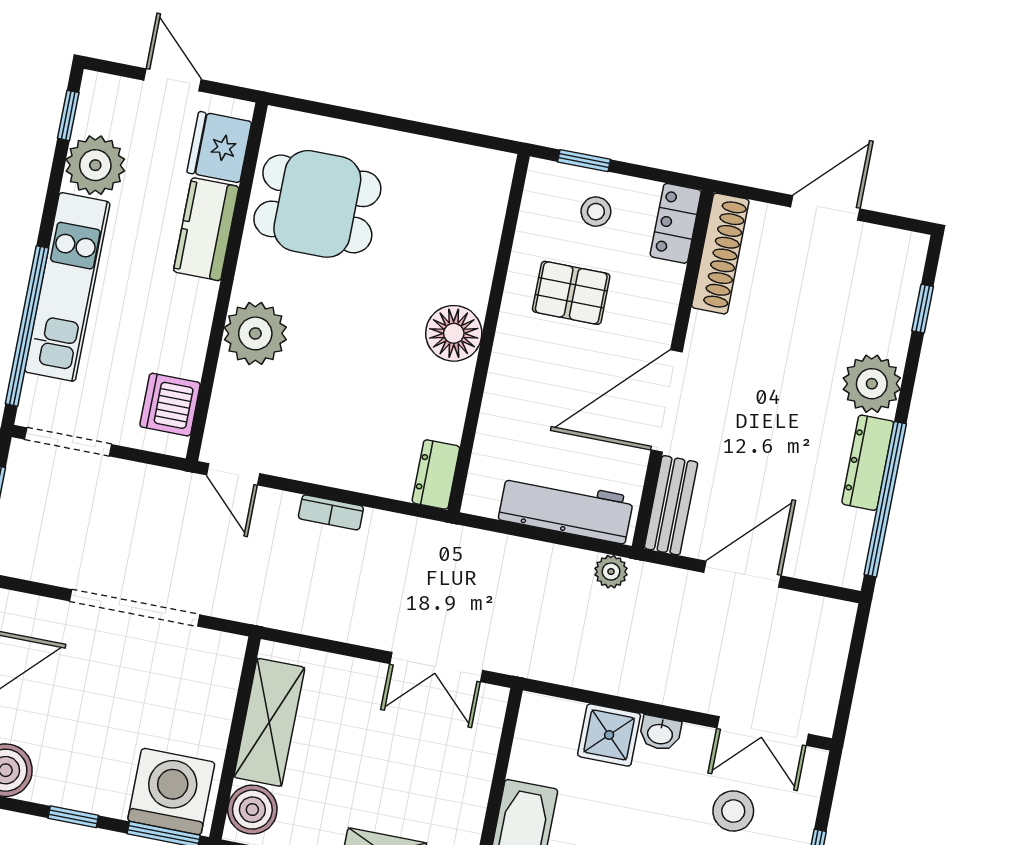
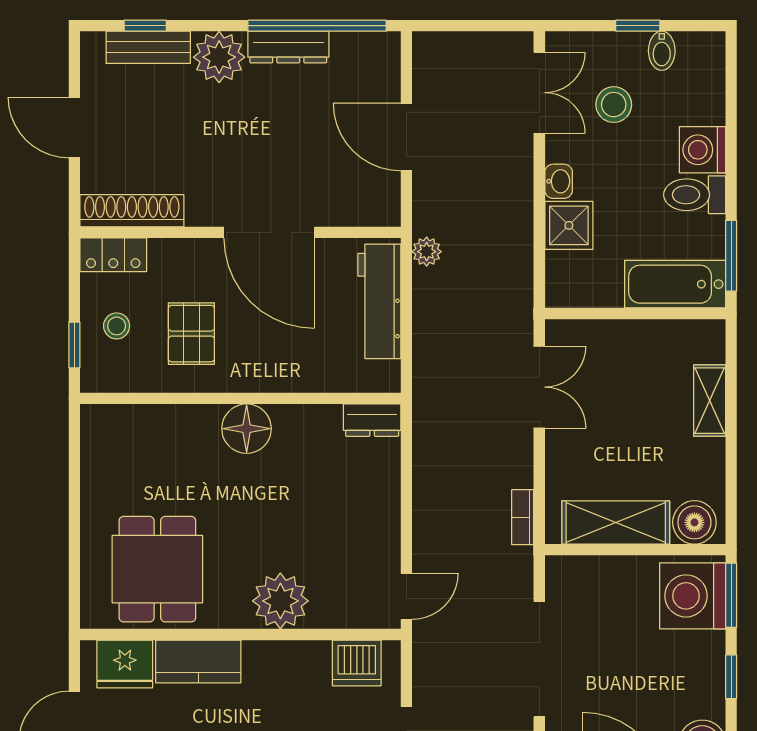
bench: (671, 505) -> (148, 47), moved
bookcase: (331, 512) -> (523, 517), moved, turned 180

